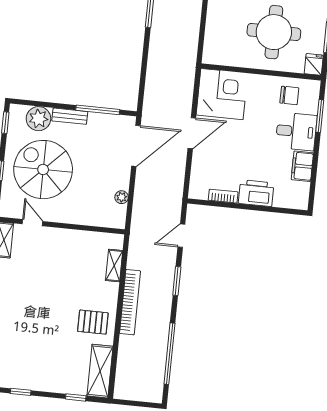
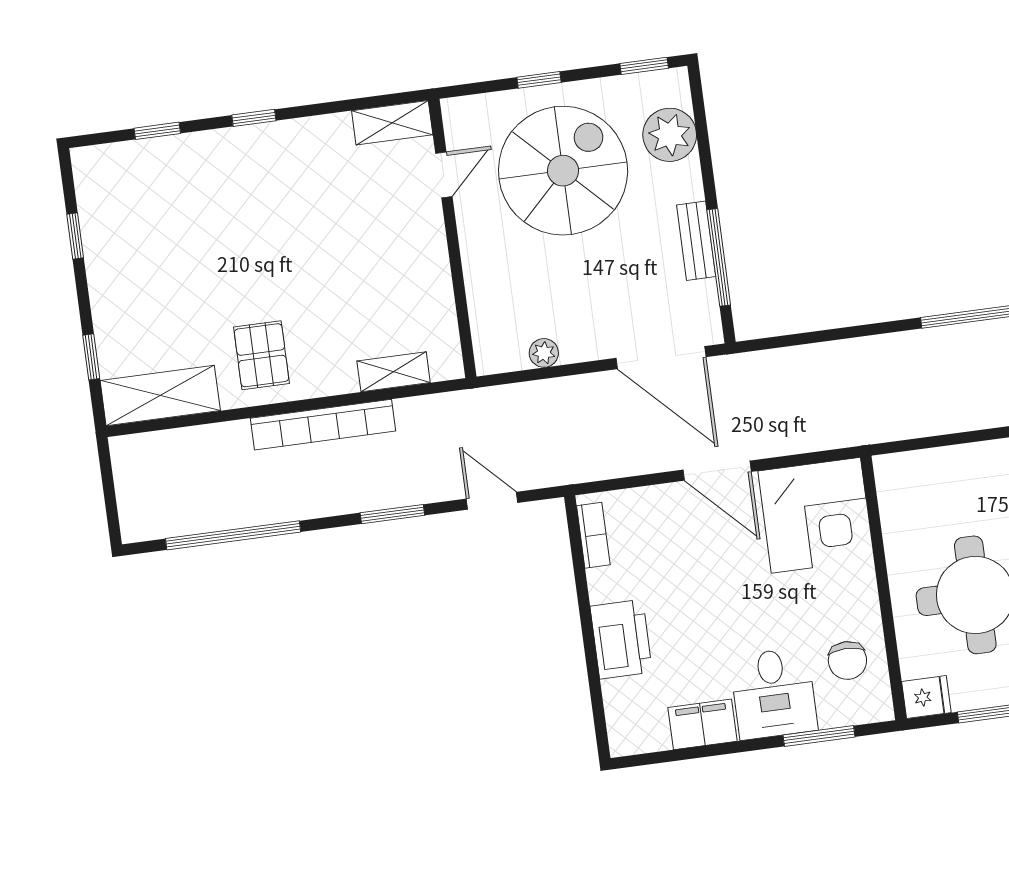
bench: (70, 116) -> (696, 241), moved
bookcase: (223, 196) -> (593, 535), moved

